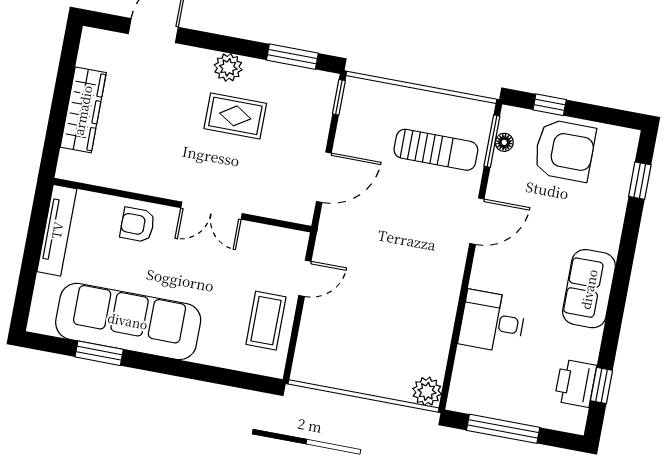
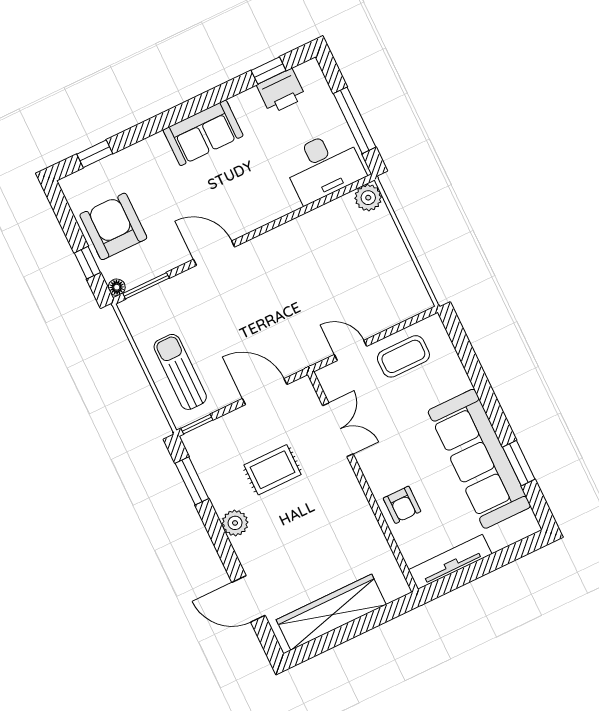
wardrobe: (83, 110) -> (331, 612), width x1.40, depth x1.17
rug: (235, 116) -> (273, 470), moved, turned 90
floor lamp: (504, 142) -> (117, 287), moved
sun lounger: (436, 150) -> (180, 372), moved
double door: (211, 211) -> (338, 430), moved
desk: (492, 322) -> (324, 166), moved, width x1.37

